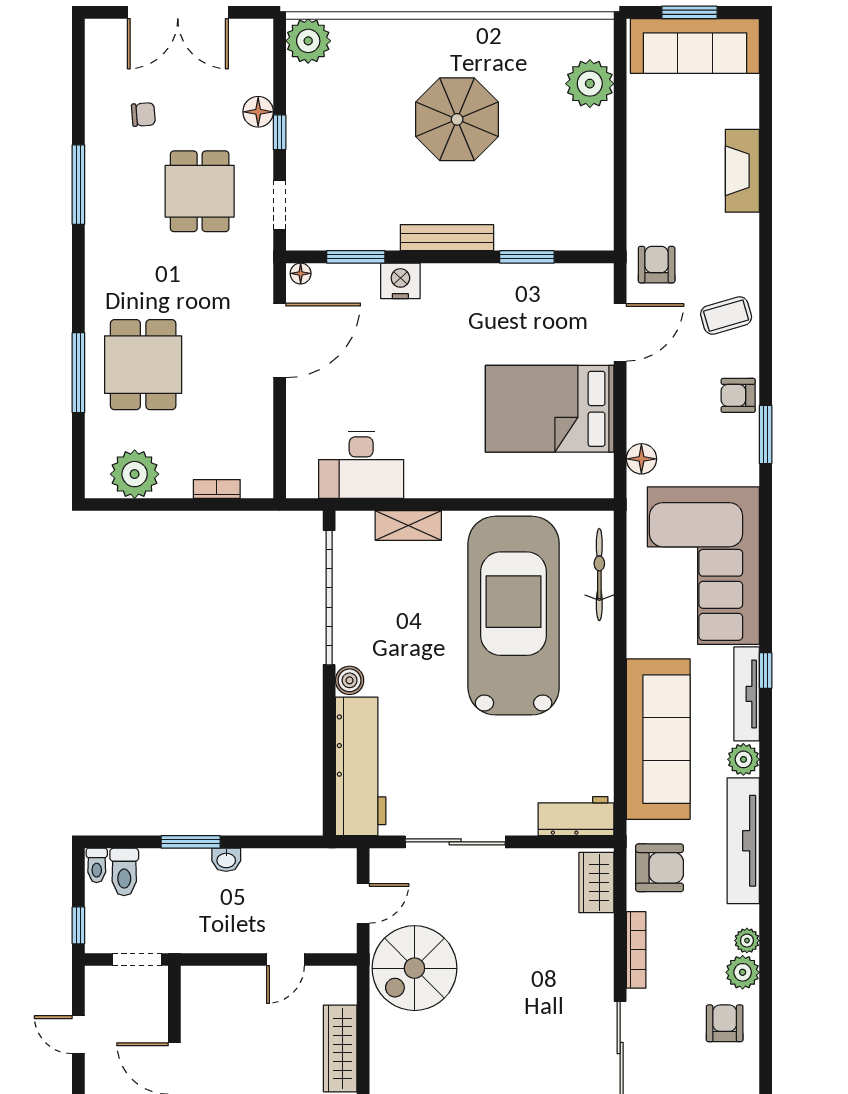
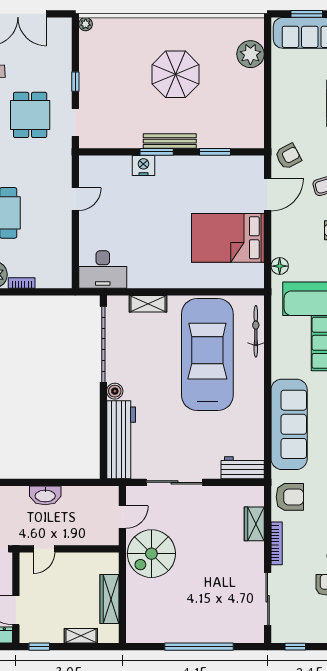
plant: (308, 41) -> (86, 24), width x0.53, depth x0.53
floor lamp: (258, 112) -> (63, 70), removed
window: (356, 257) -> (157, 152), moved
armchair: (657, 265) -> (288, 156), turned 62
floor lamp: (301, 273) -> (87, 161), removed
door: (280, 340) -> (75, 199), width x0.53
desk: (361, 465) -> (103, 269), moved
bookcase: (217, 489) -> (22, 283), moved
window: (191, 842) -> (25, 482), removed
washbasin: (226, 860) -> (45, 495), width x1.91, depth x1.45
wardrobe: (596, 883) -> (254, 524), moved
door: (285, 960) -> (44, 549), moved

